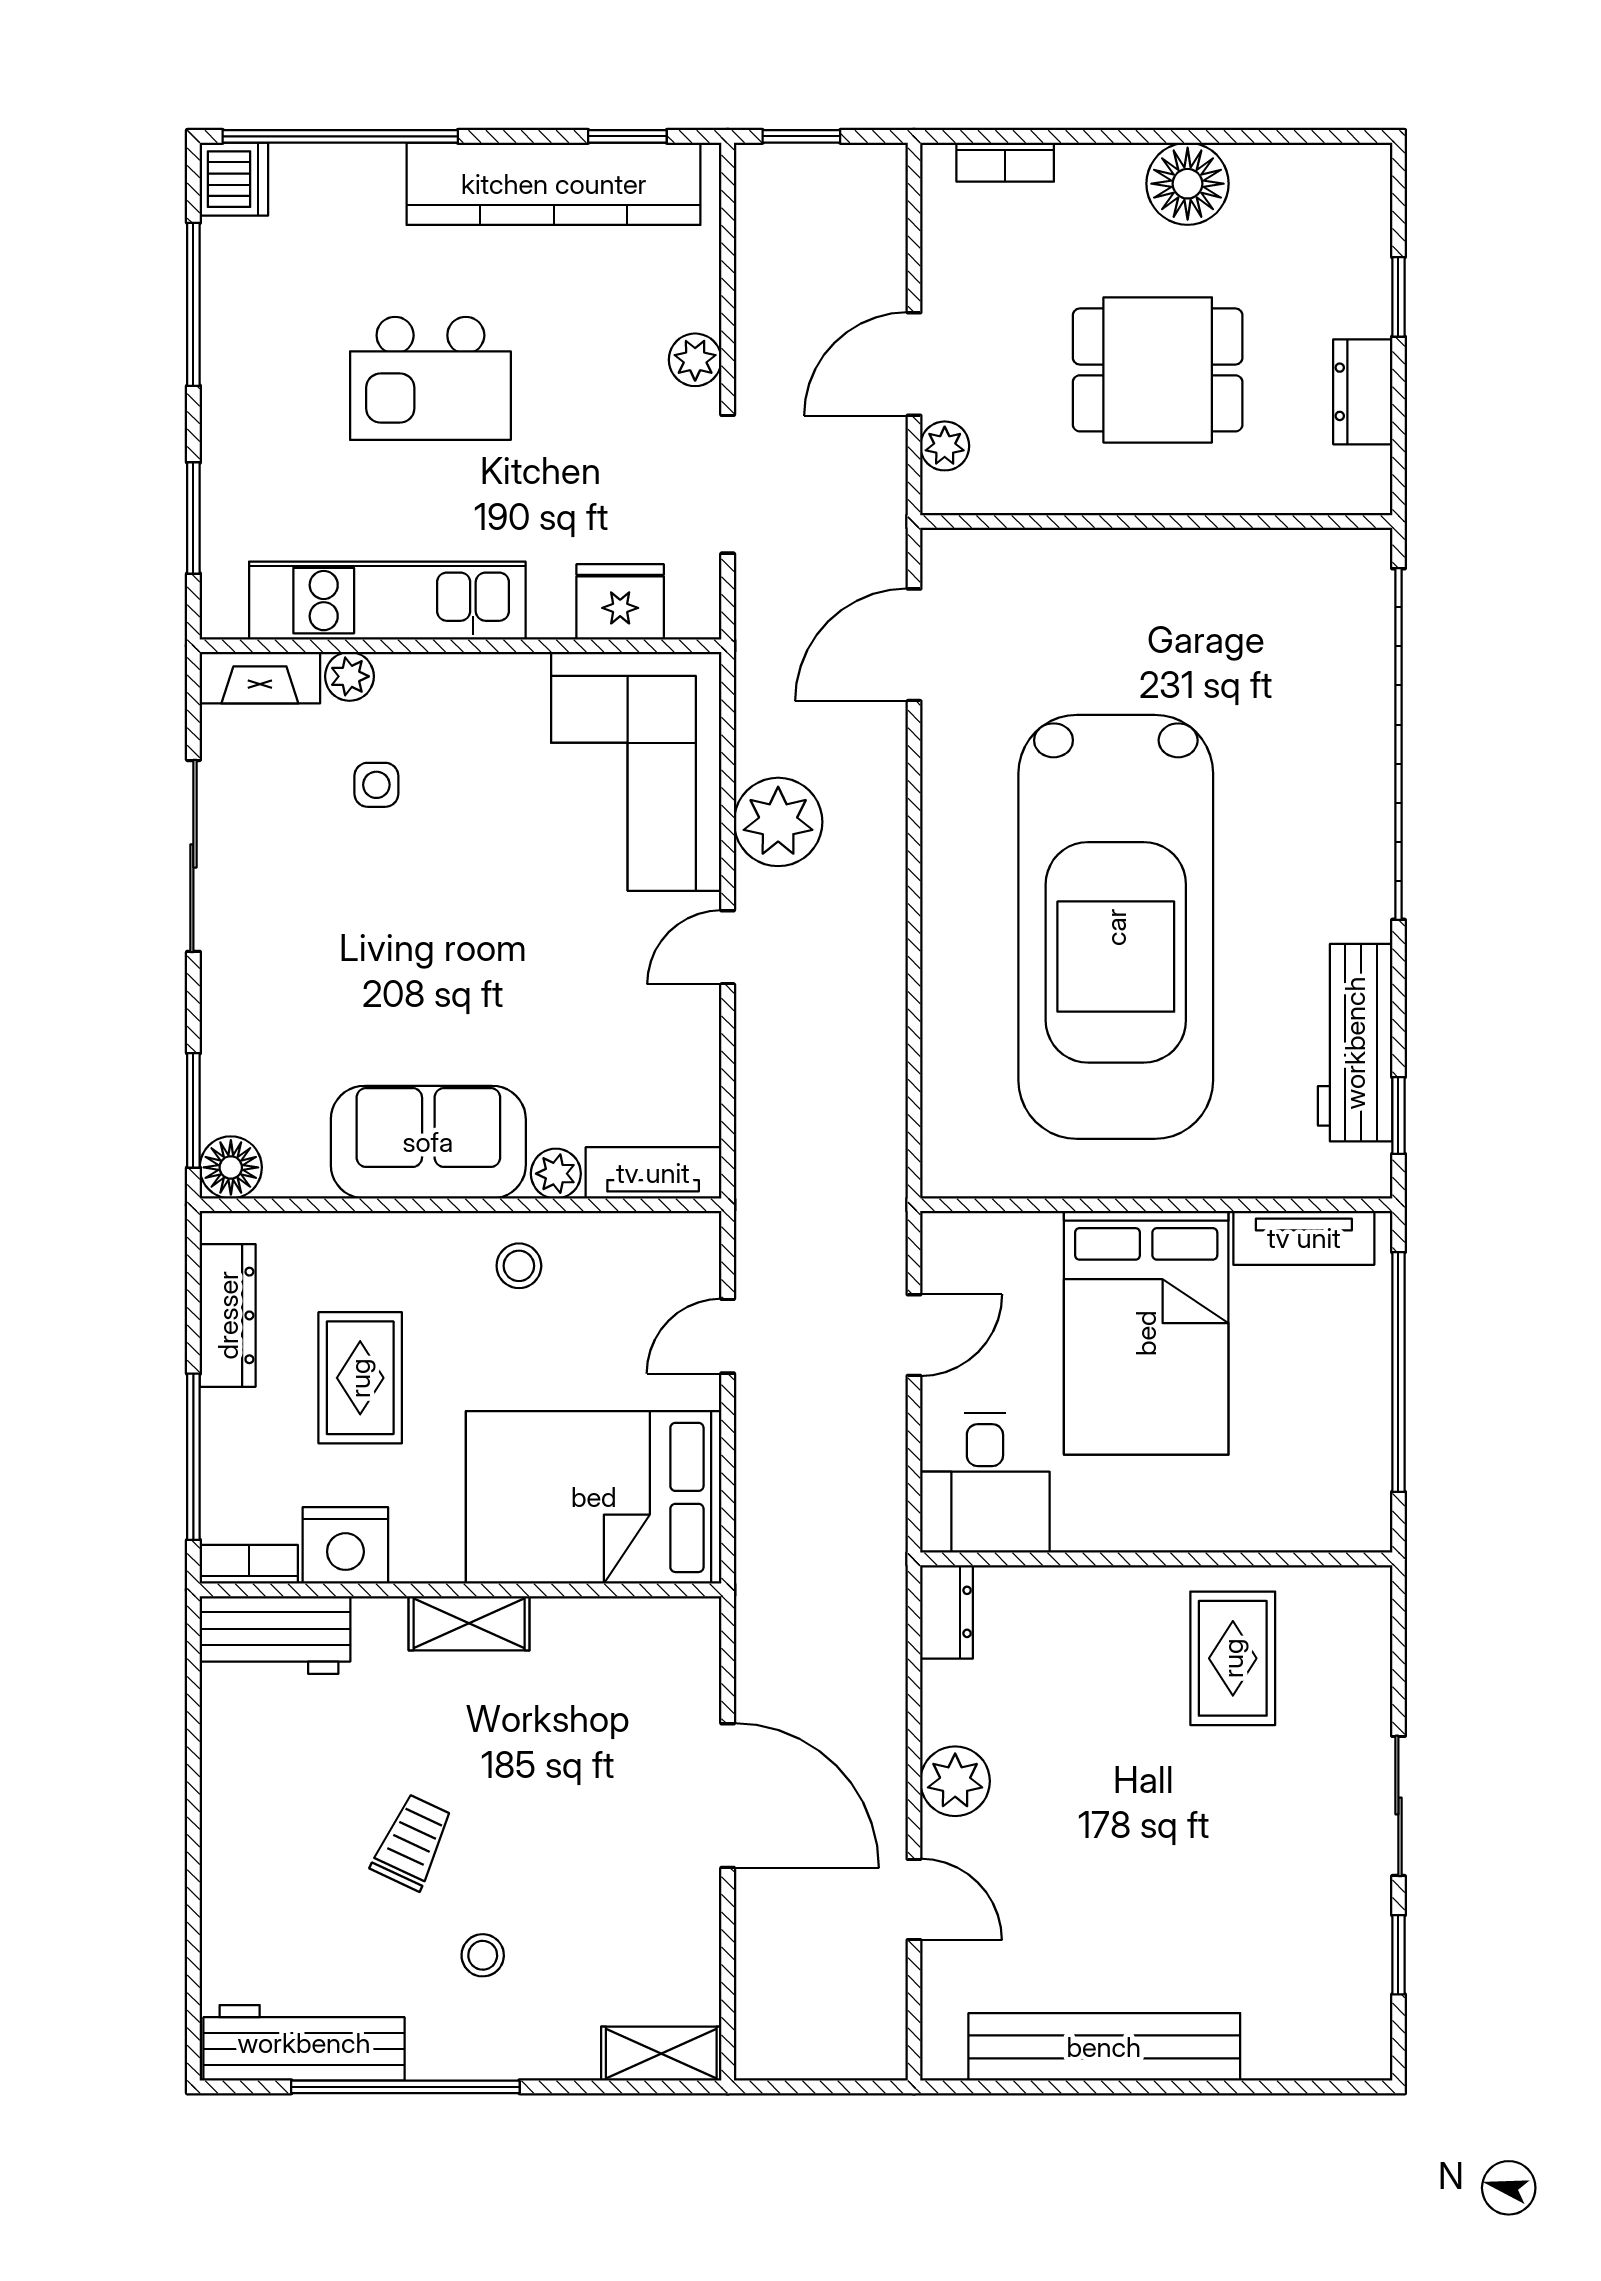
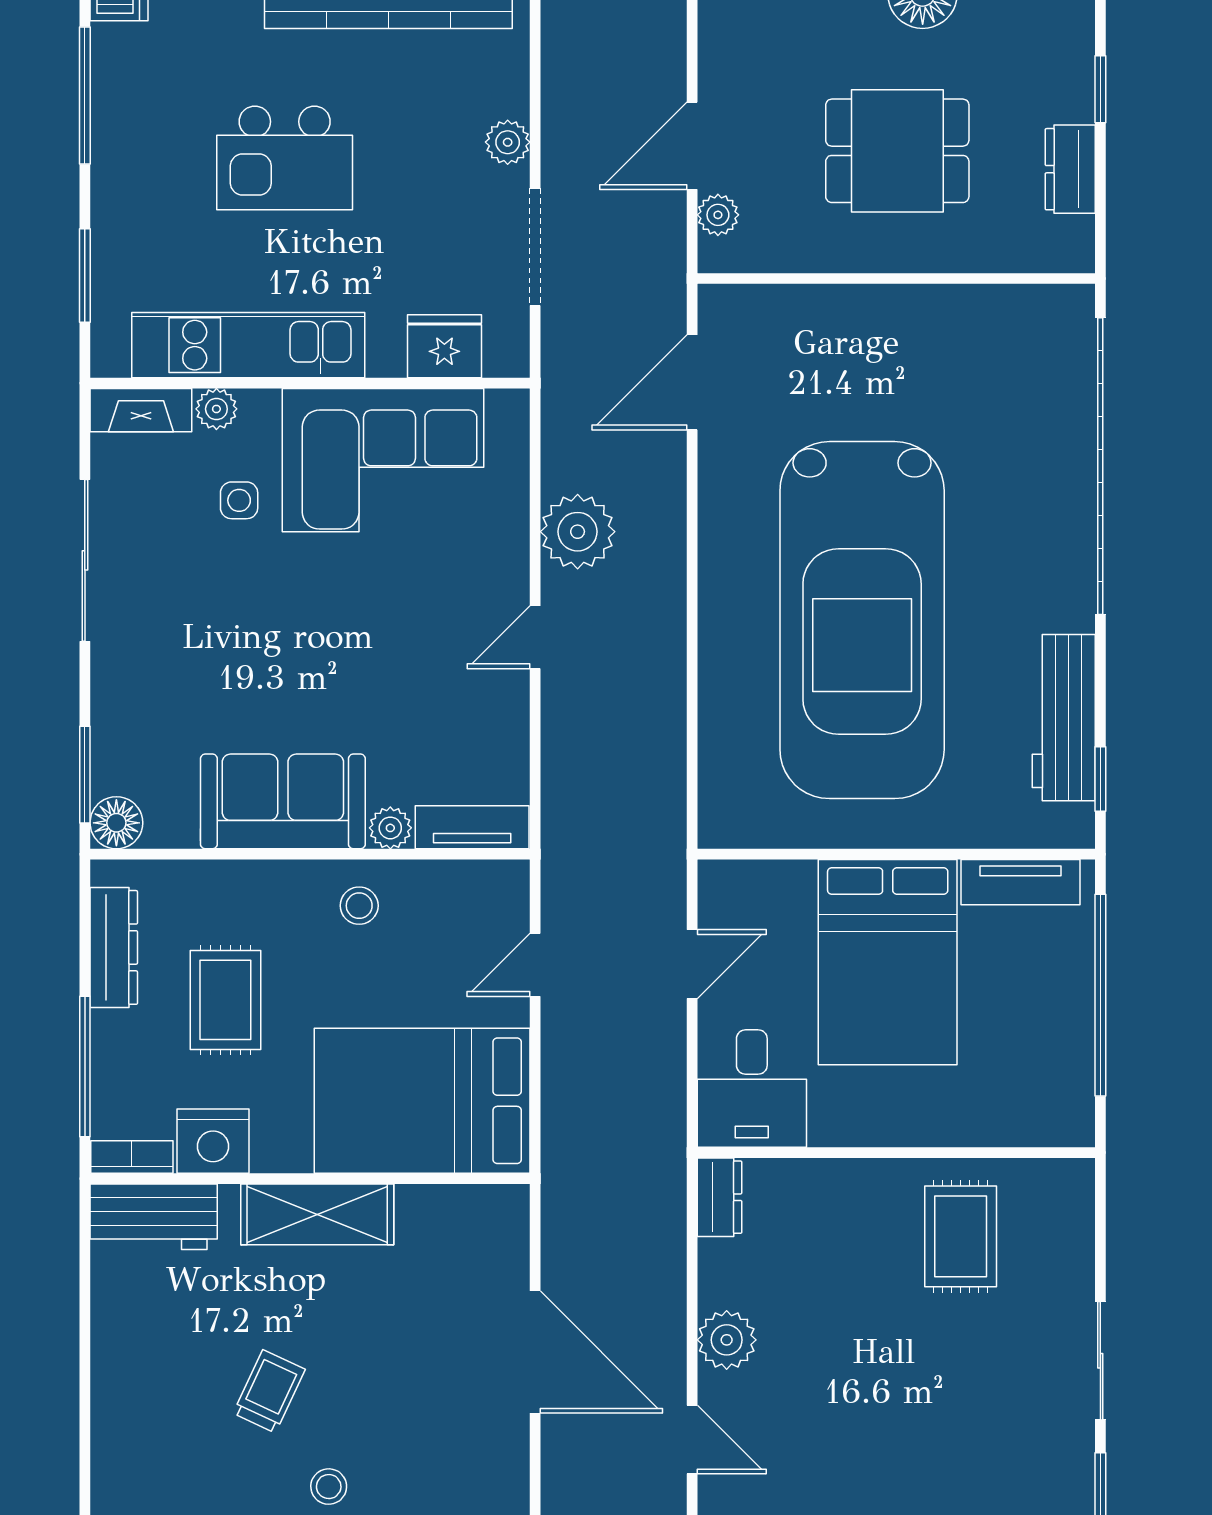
corner sofa: (636, 771) -> (383, 460), moved, turned -90
shelving: (469, 1623) -> (317, 1214), width x1.50, depth x1.33

